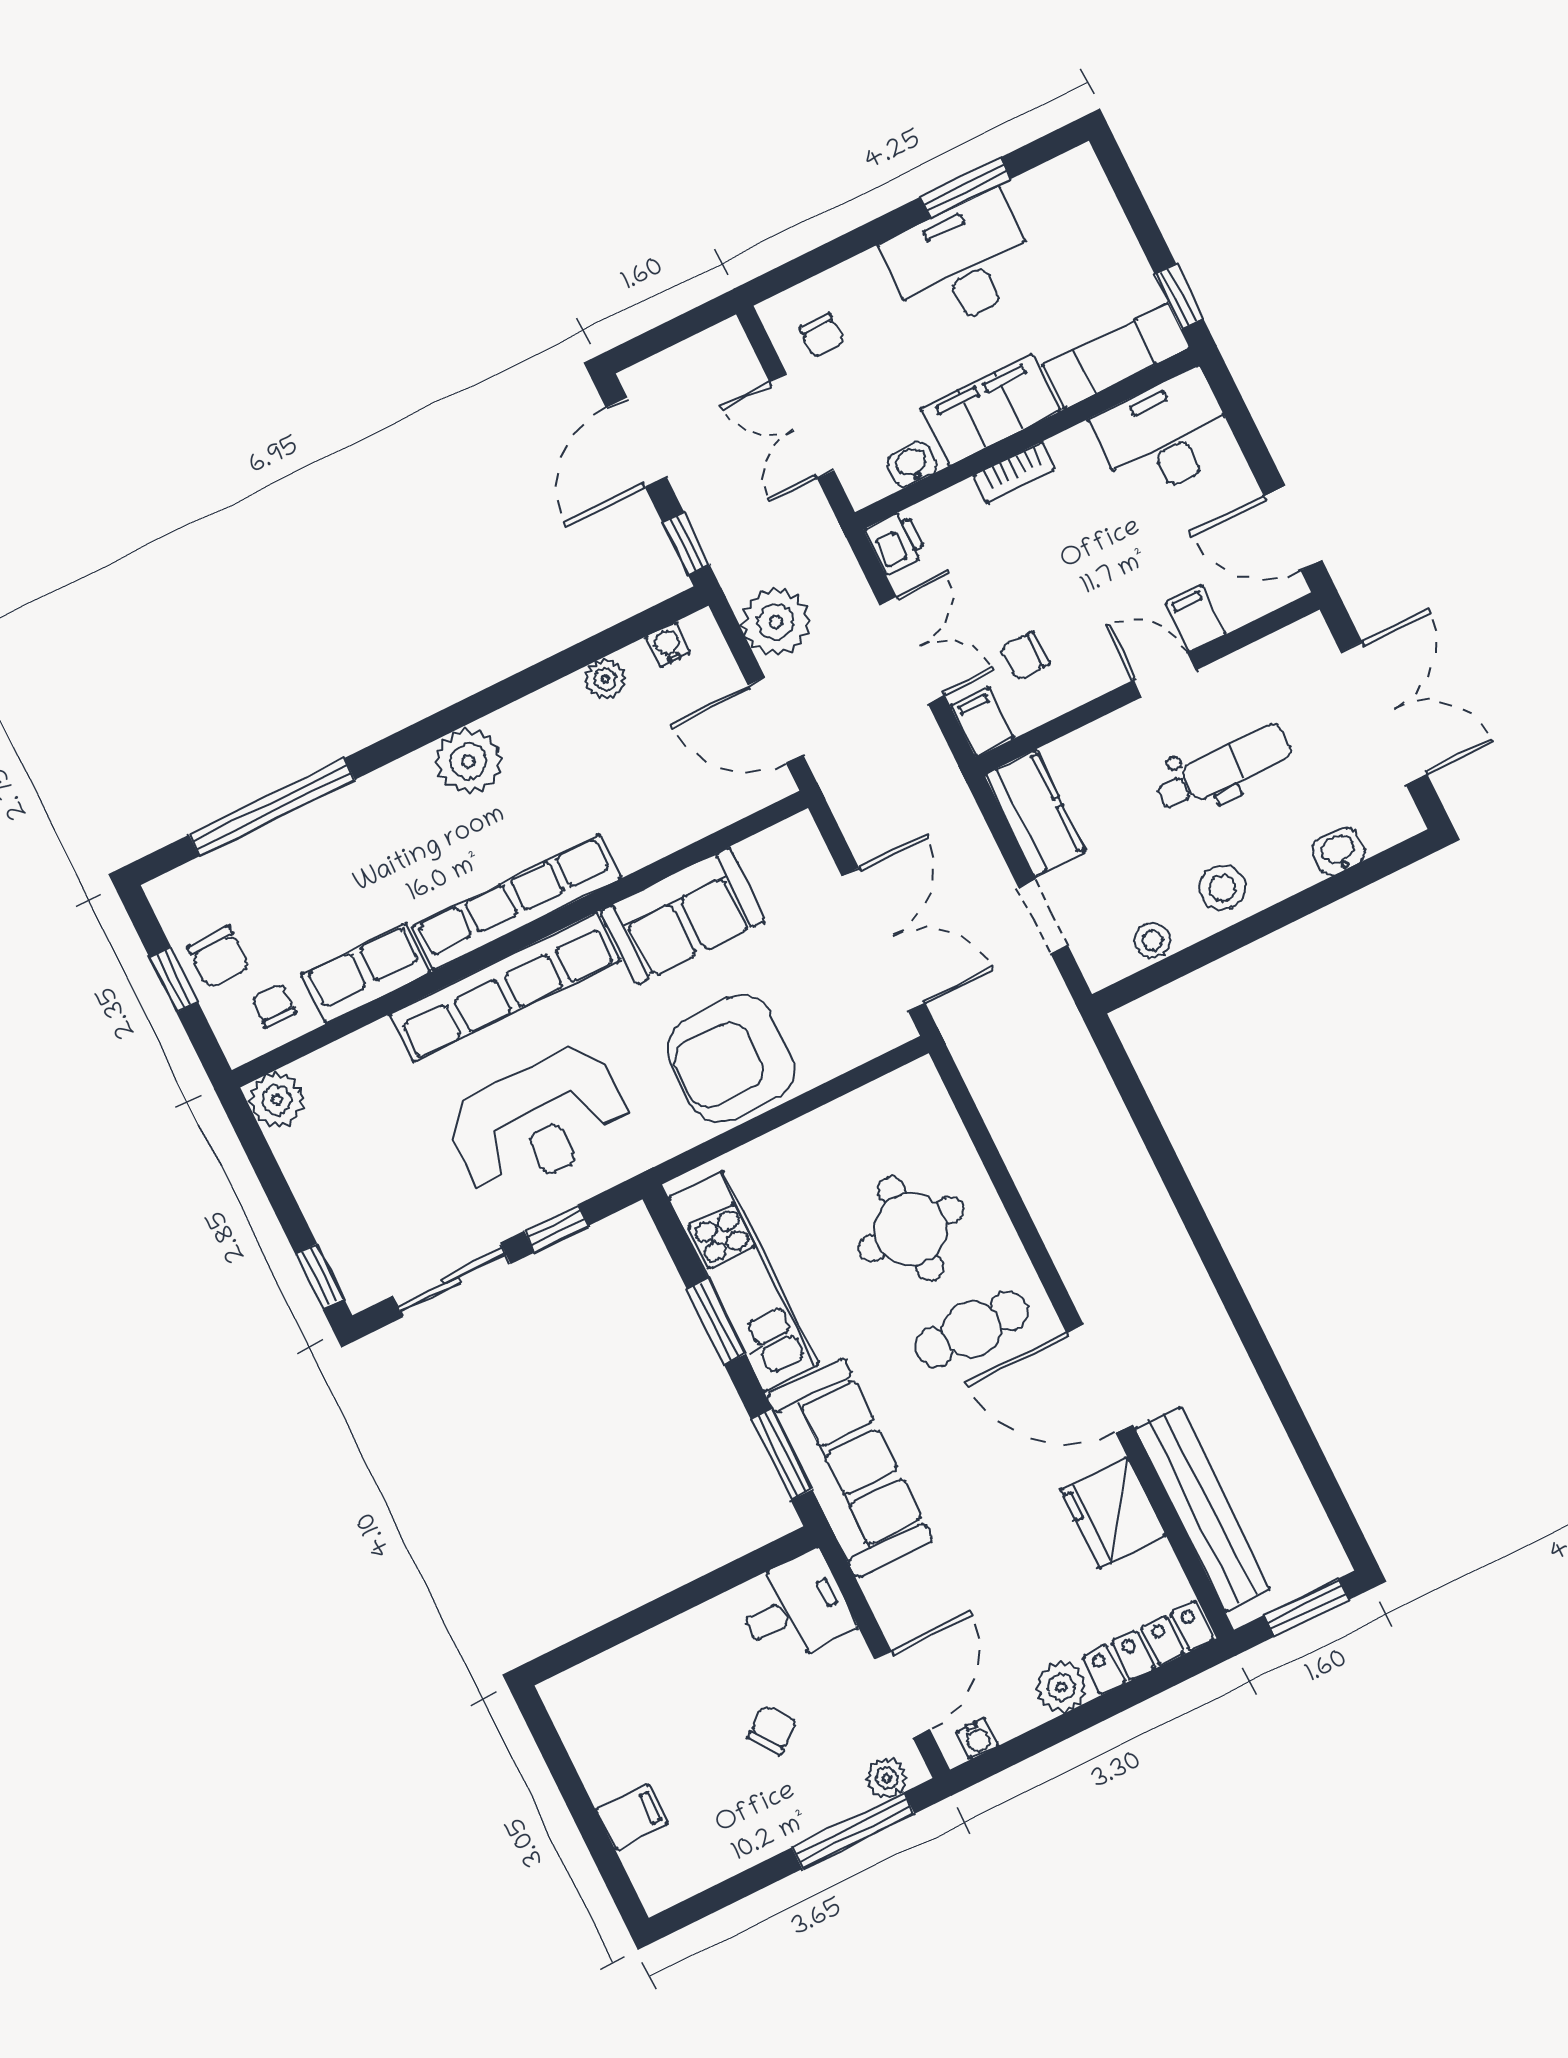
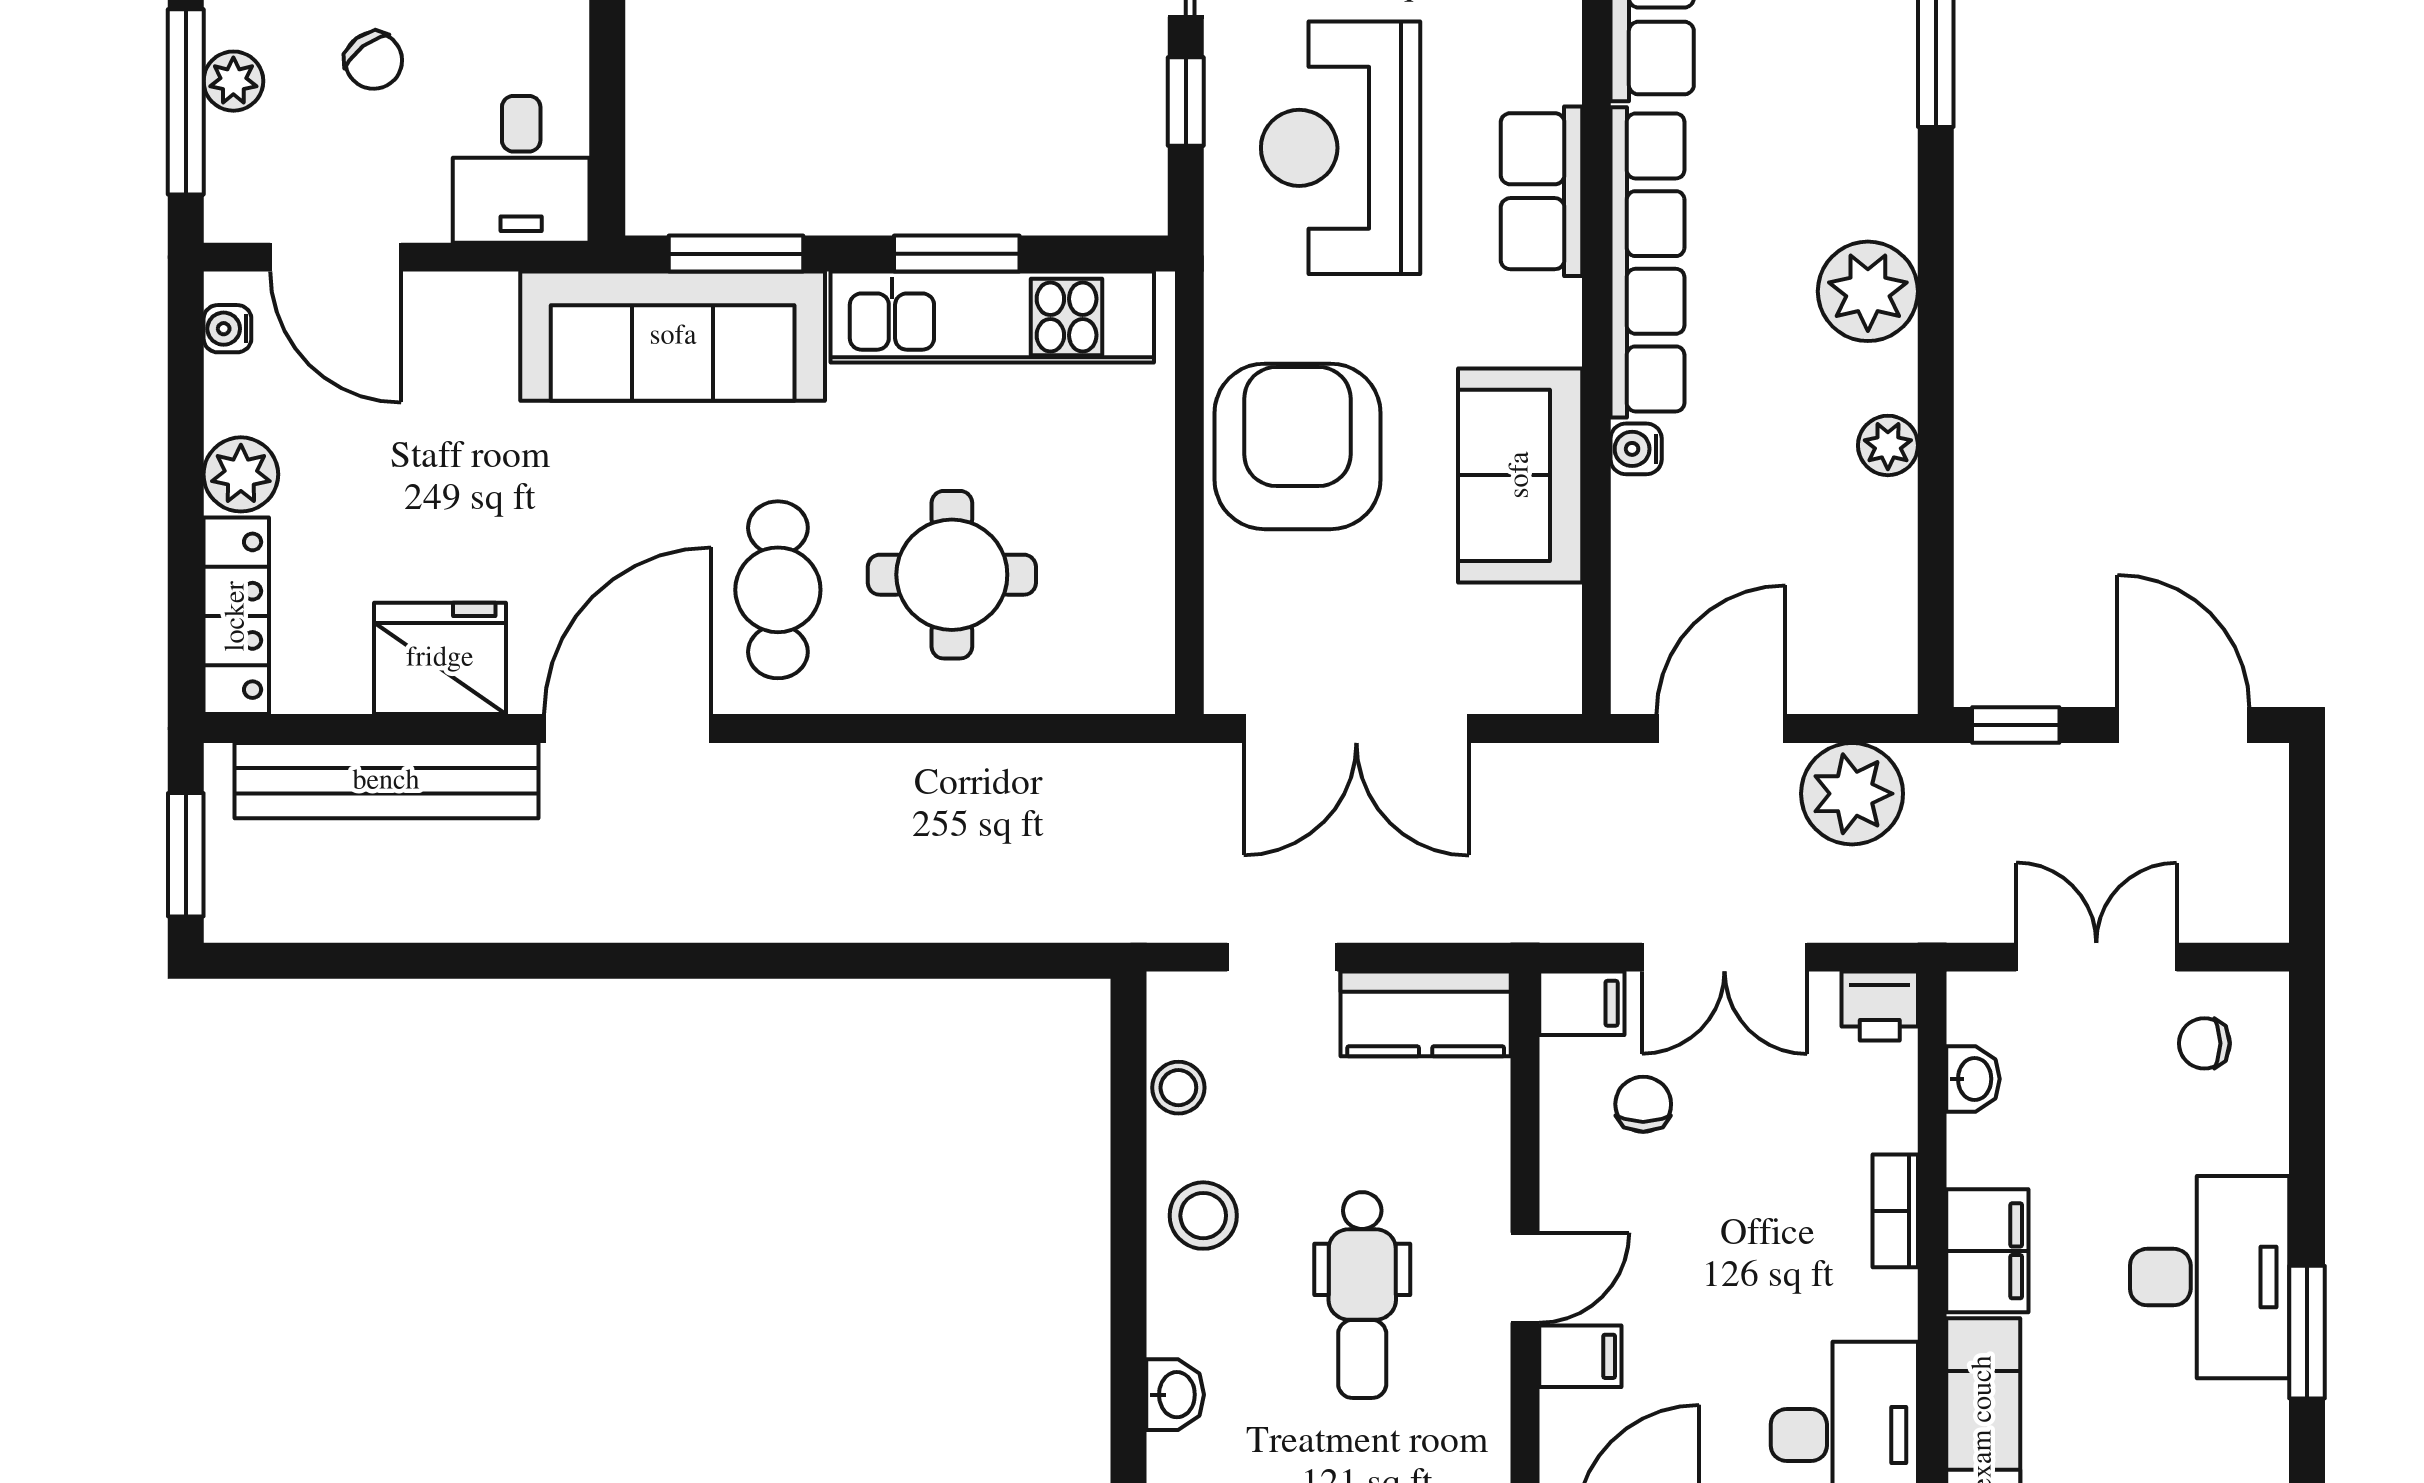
filing cabinet: (991, 410) -> (1987, 1251), width x0.67, depth x0.86
water cooler: (668, 645) -> (1636, 449), moved, turned 180
plant: (605, 679) -> (1888, 445), moved
row of seats: (505, 987) -> (1541, 191), width x0.50
plant: (887, 1778) -> (233, 81), moved

